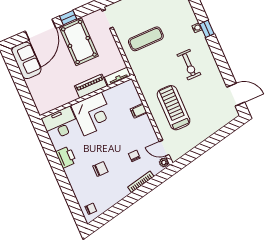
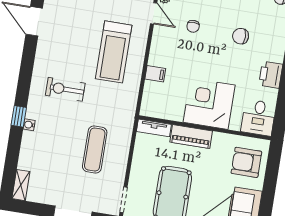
exercise mat: (146, 39) -> (95, 150), turned 90
exercise bike: (189, 65) -> (65, 89), turned -90
armchair: (46, 92) -> (246, 162), added
desk: (60, 123) -> (258, 118), width x0.73

